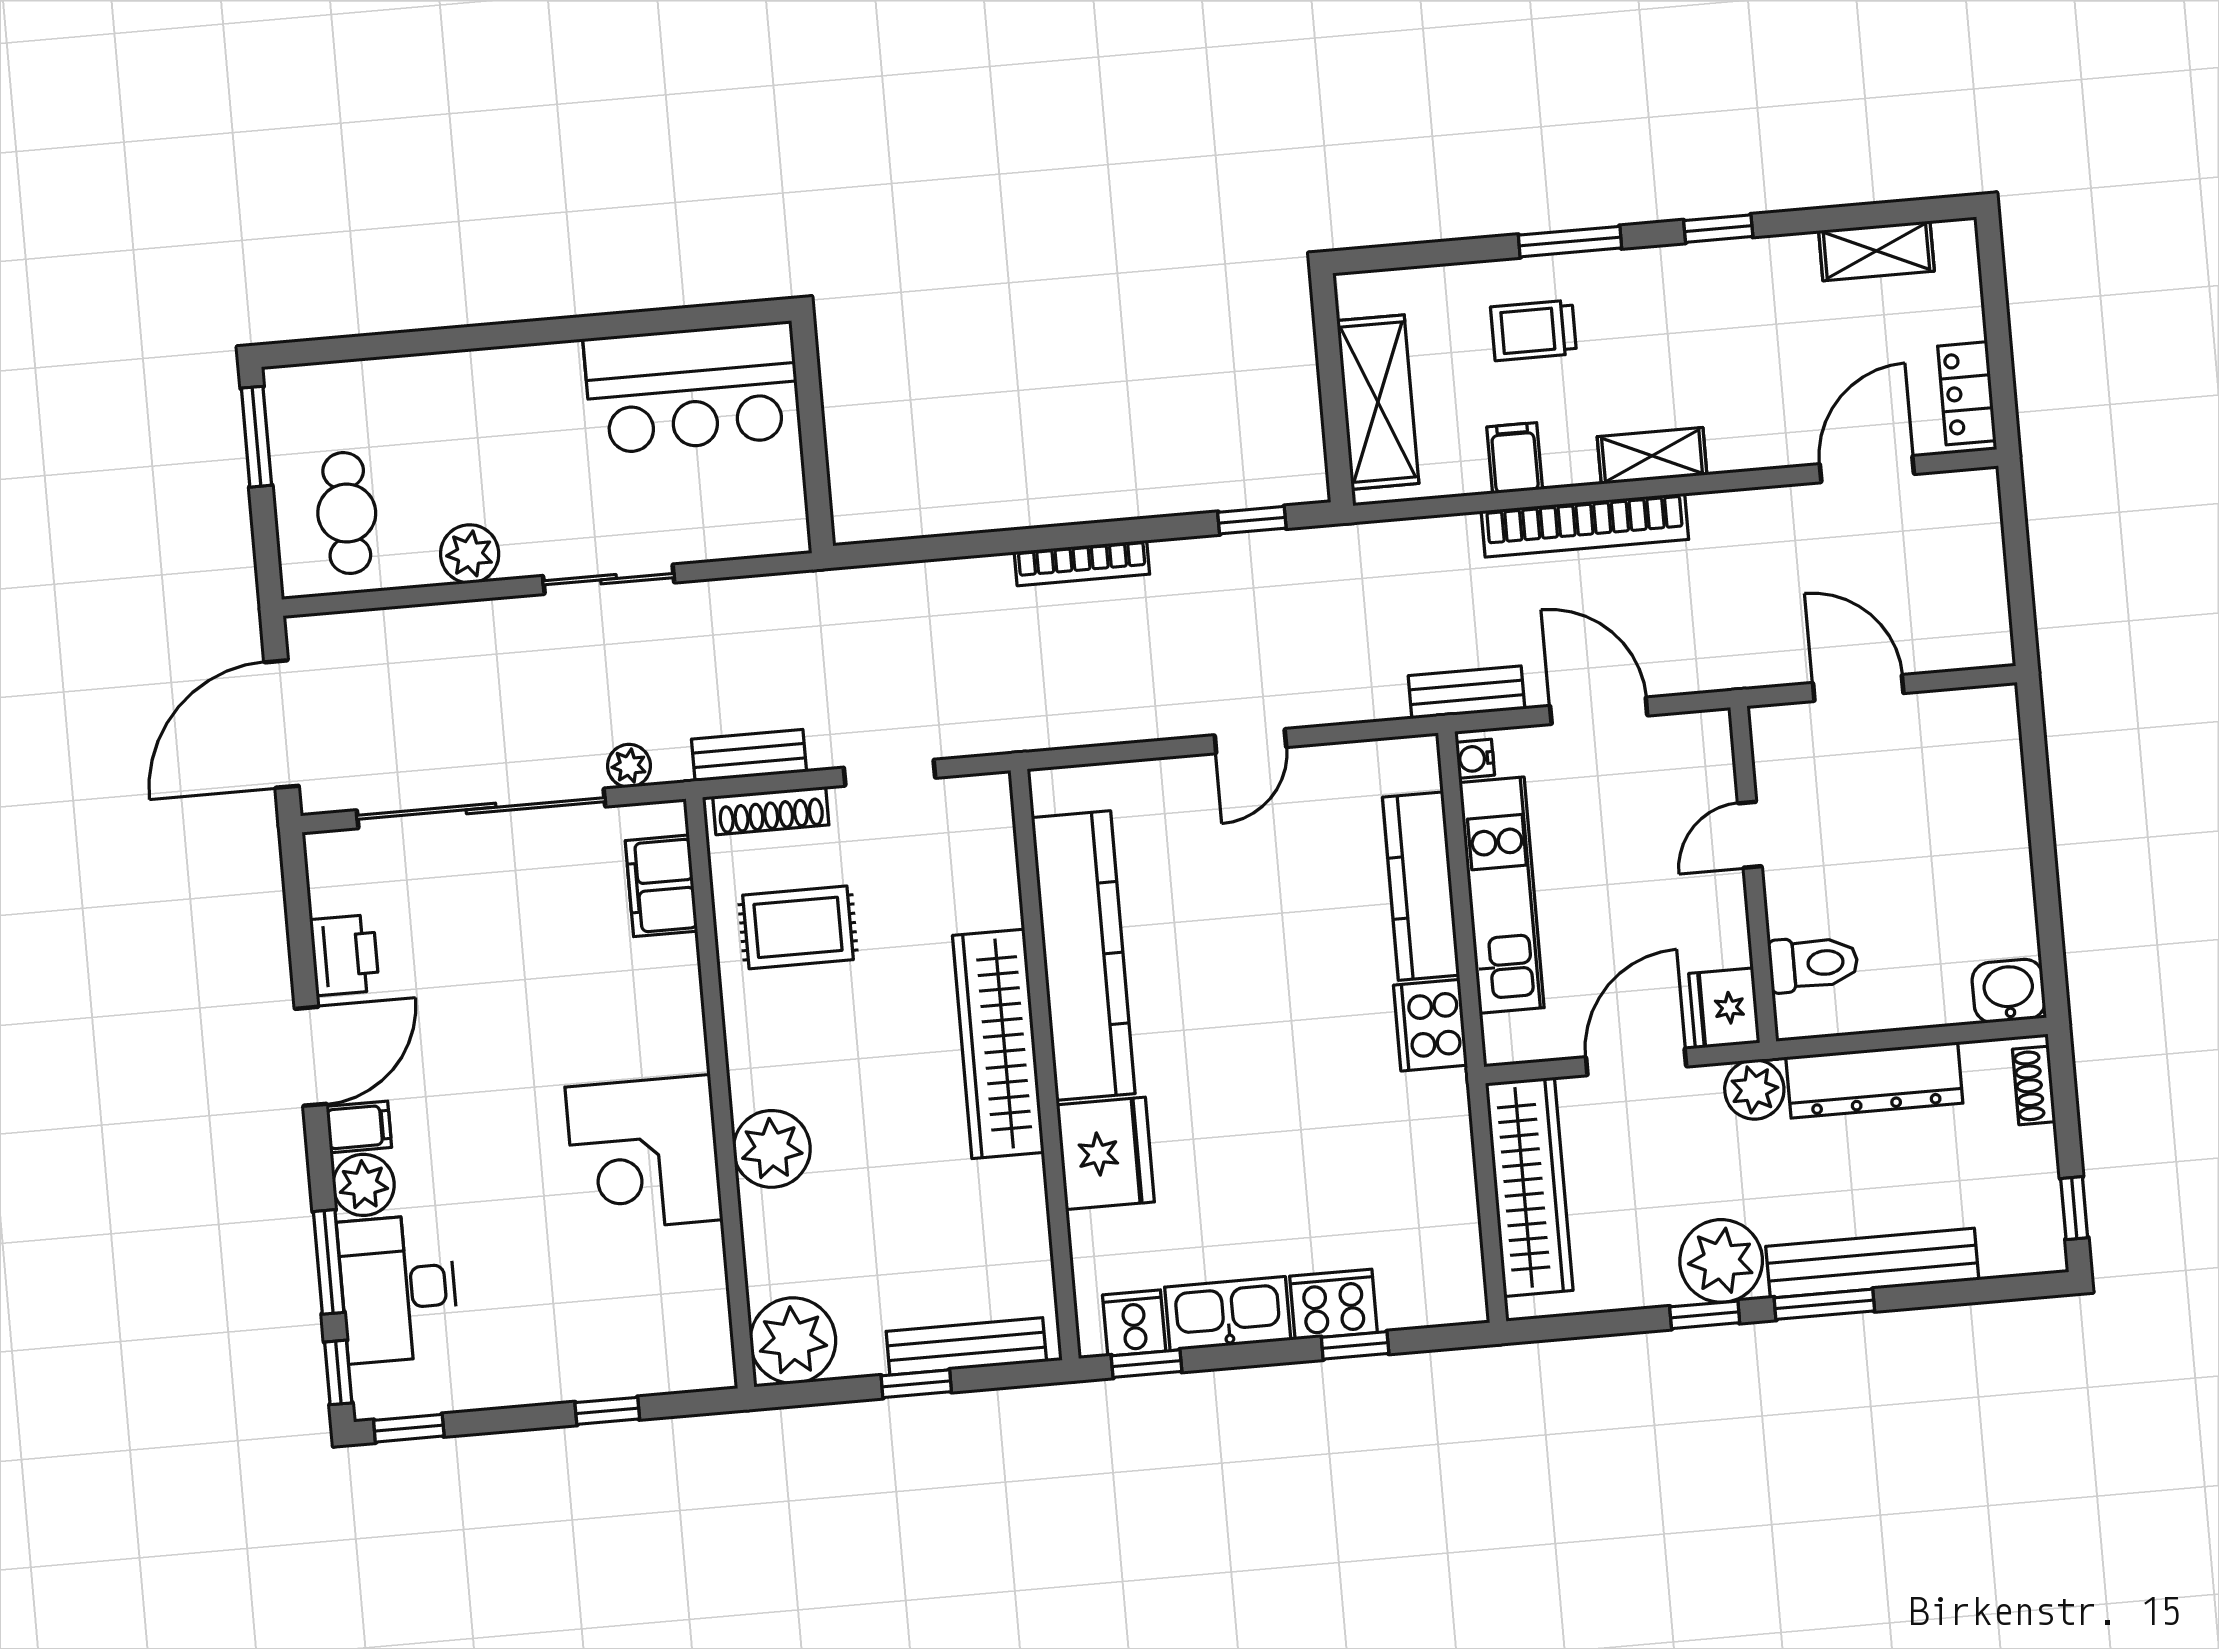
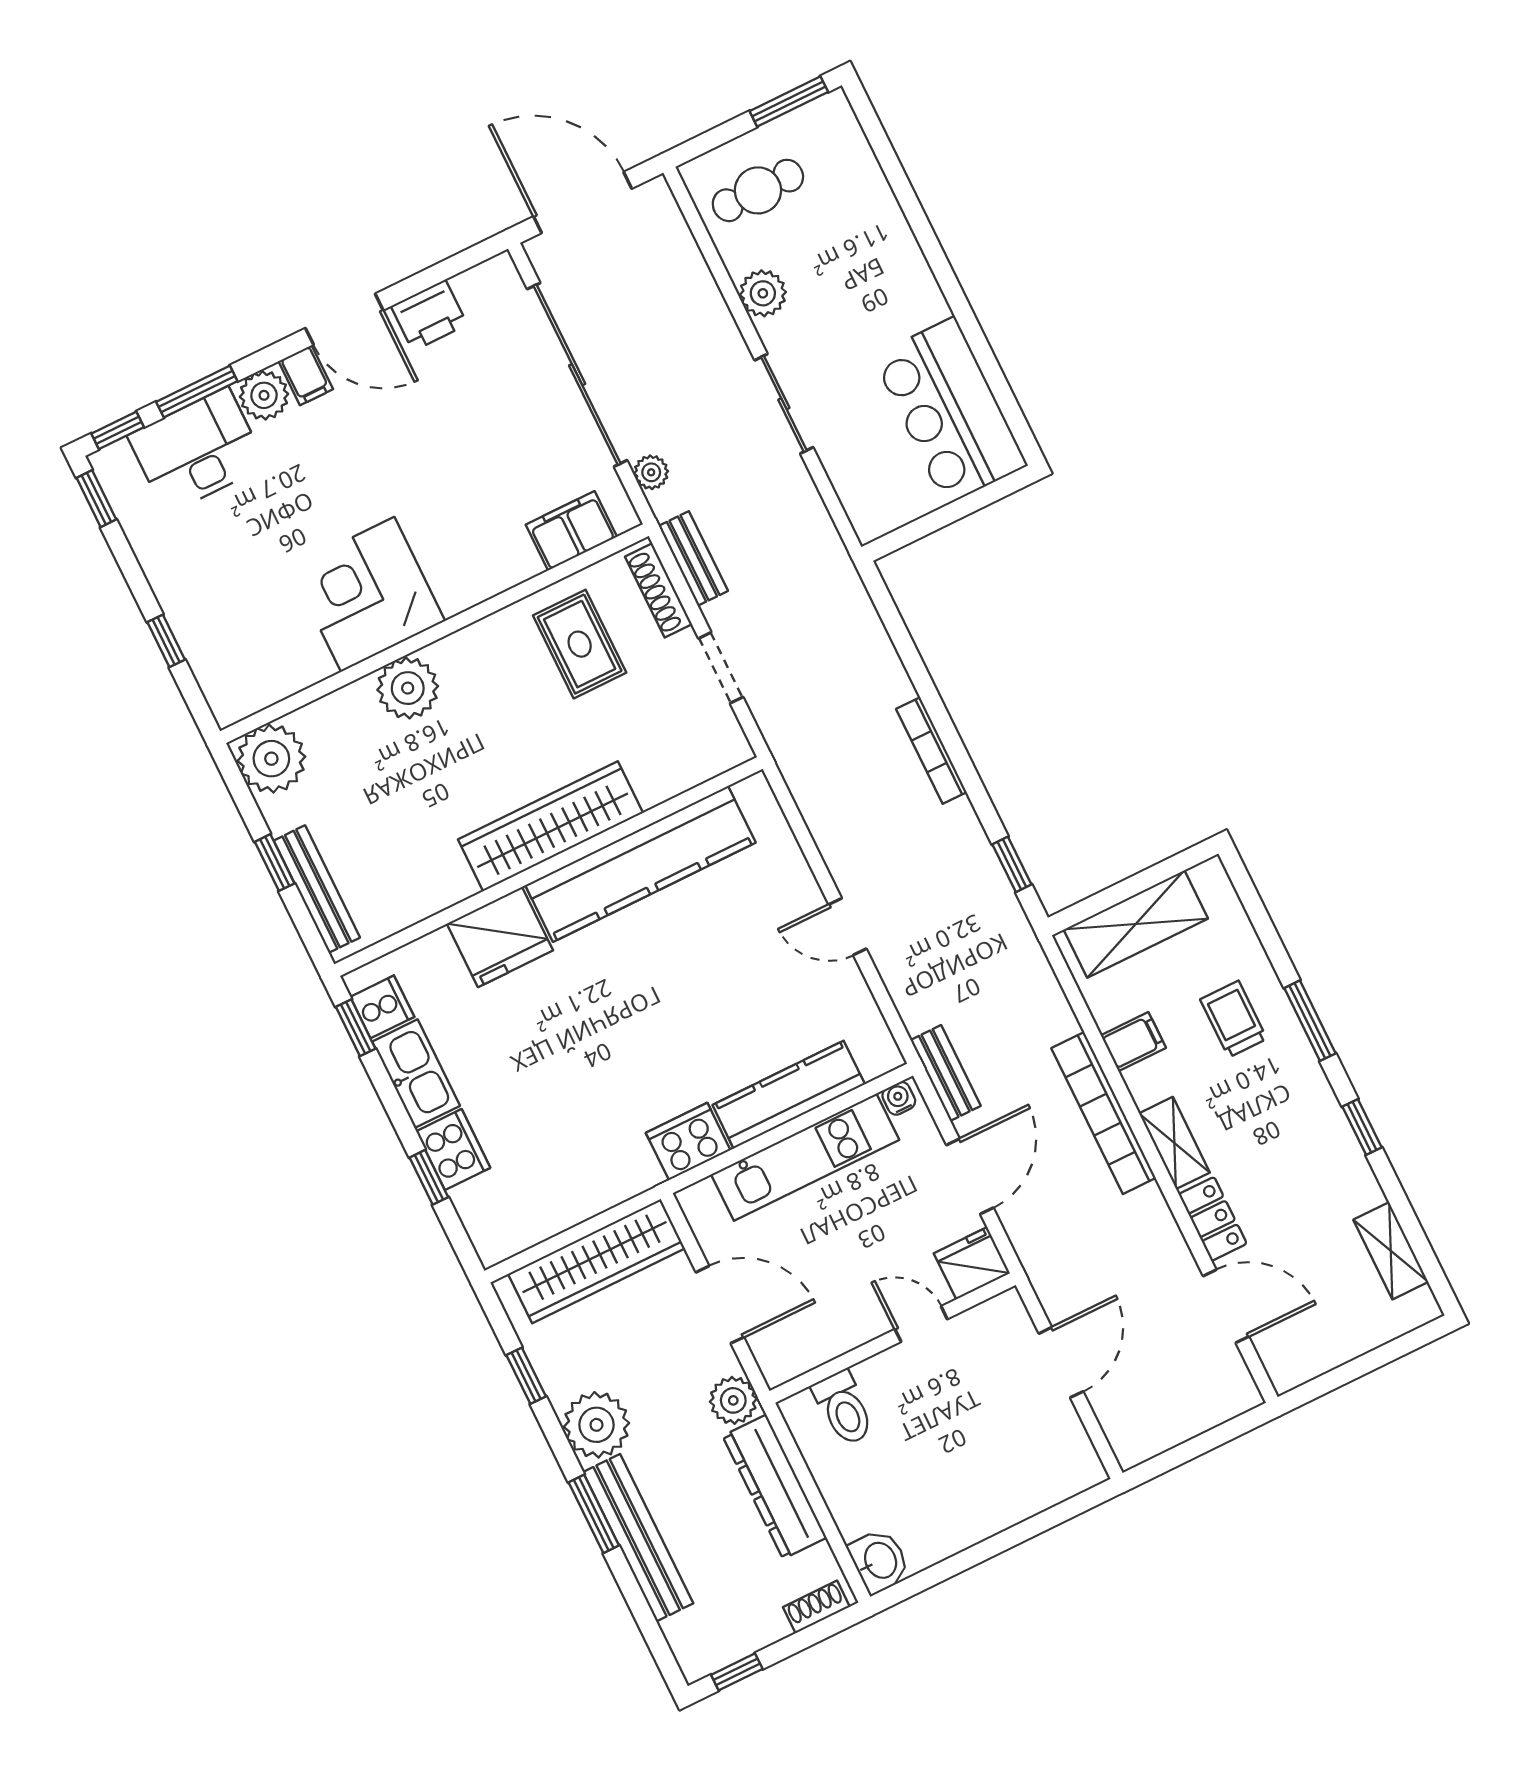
locker: (1967, 393) -> (1213, 1219), moved, turned 90
fridge: (1724, 1008) -> (972, 1263), moved
window: (1705, 1315) -> (526, 1376), moved

